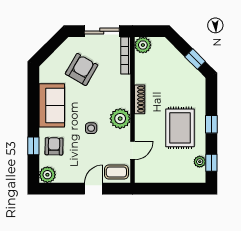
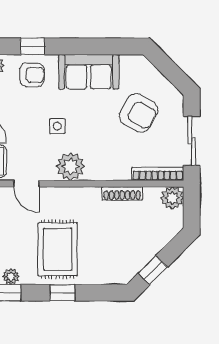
shoe rack: (140, 99) -> (122, 193), moved
rug: (180, 128) -> (58, 249), turned 90

